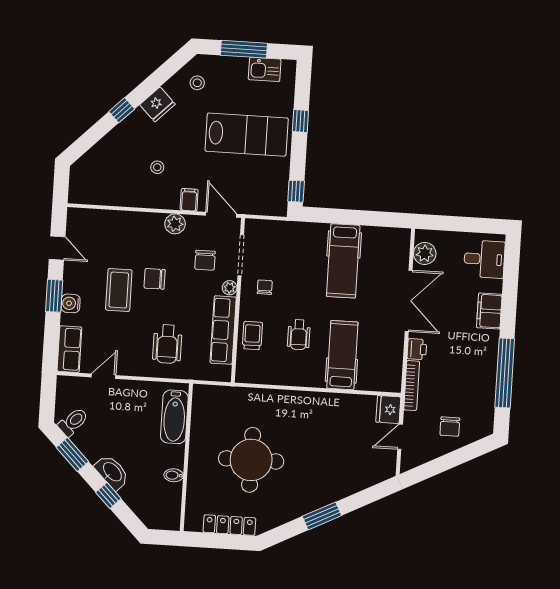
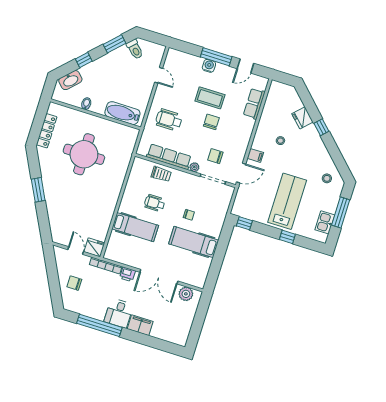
fridge: (157, 104) -> (302, 118), moved
lab bench: (247, 135) -> (287, 201), turned 180
plant: (175, 224) -> (242, 143), removed
desk: (484, 259) -> (119, 313), moved
chair: (265, 287) -> (189, 215), moved
window: (54, 296) -> (216, 57), width x1.44
row of seats: (69, 349) -> (254, 104), moved, turned 90
washbasin: (112, 472) -> (70, 80), moved

